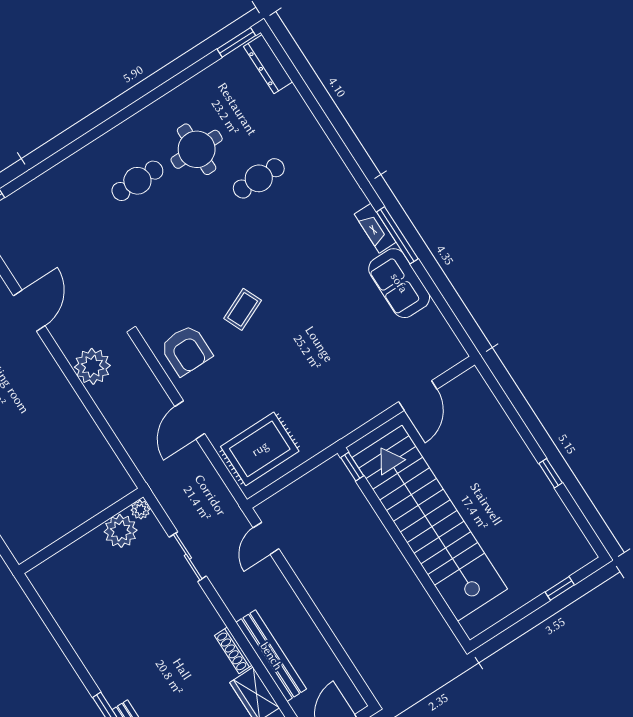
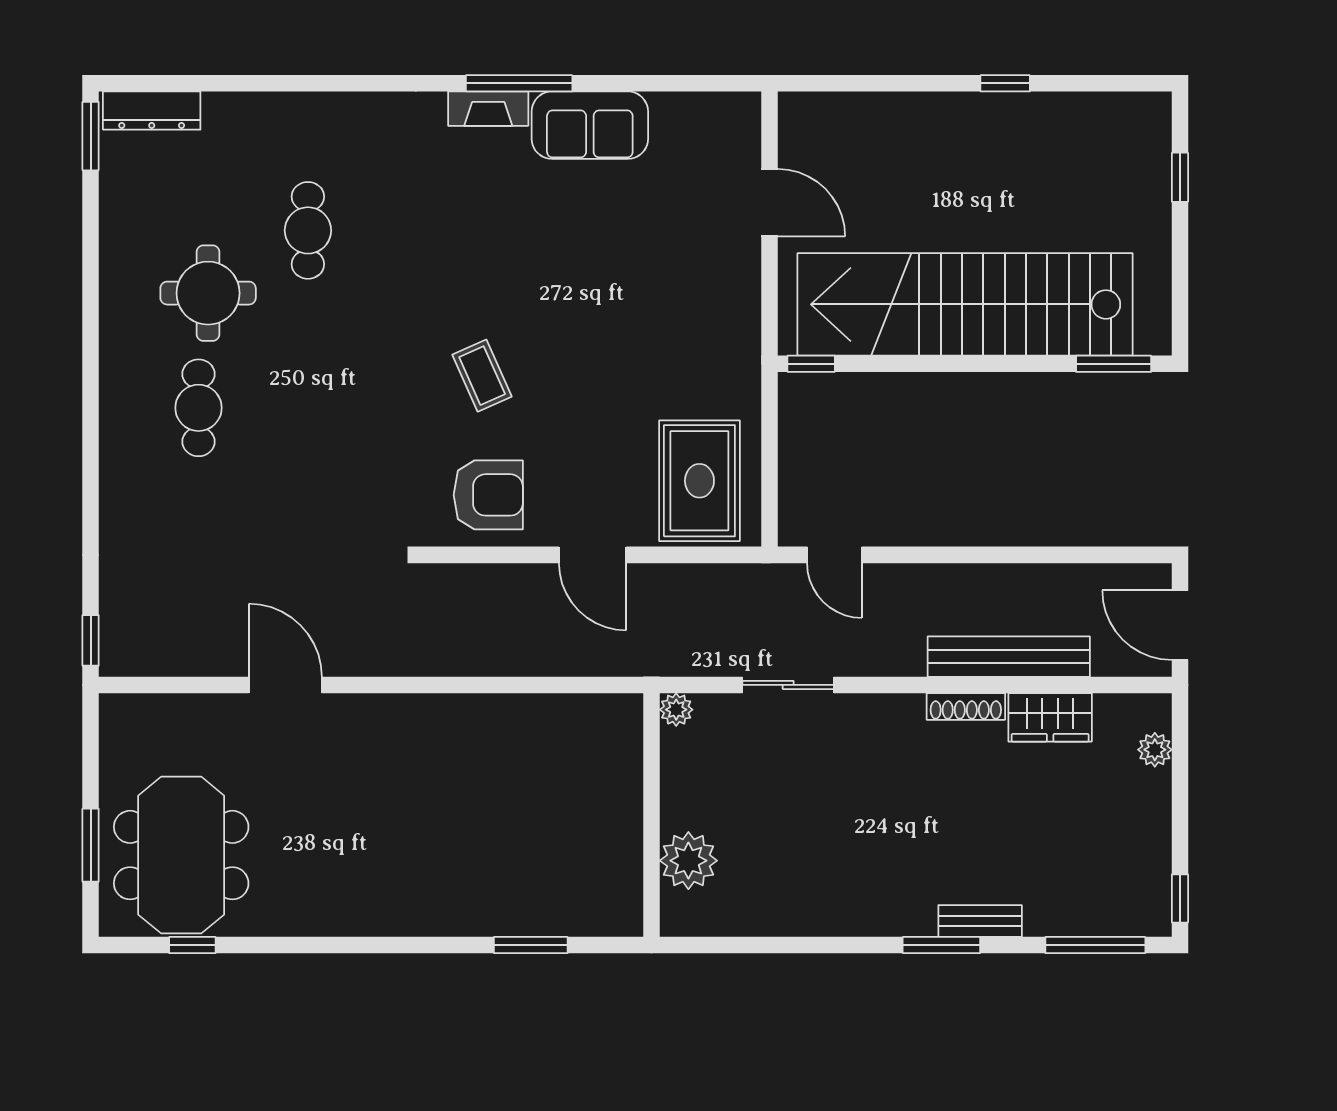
plant: (92, 366) -> (425, 645), removed
plant: (121, 531) -> (688, 861), moved
window: (448, 615) -> (1114, 364), added

